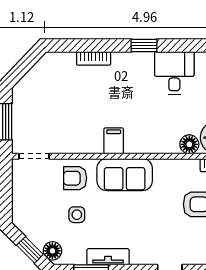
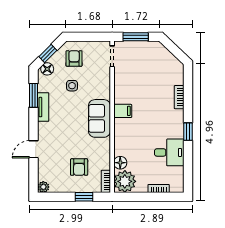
armchair: (75, 178) -> (74, 58), moved

